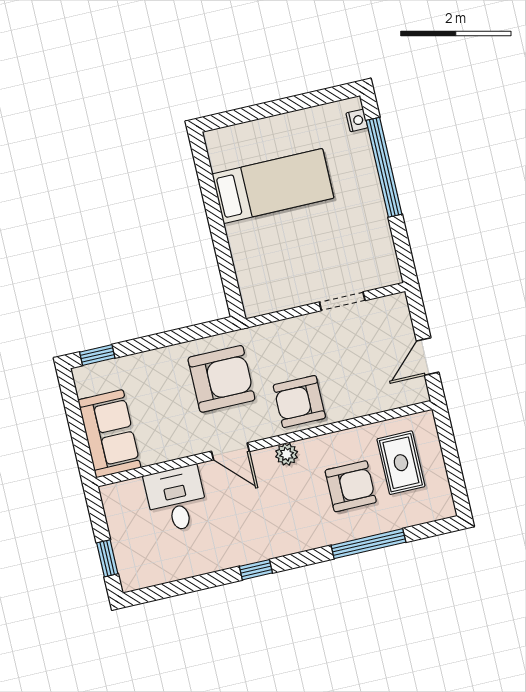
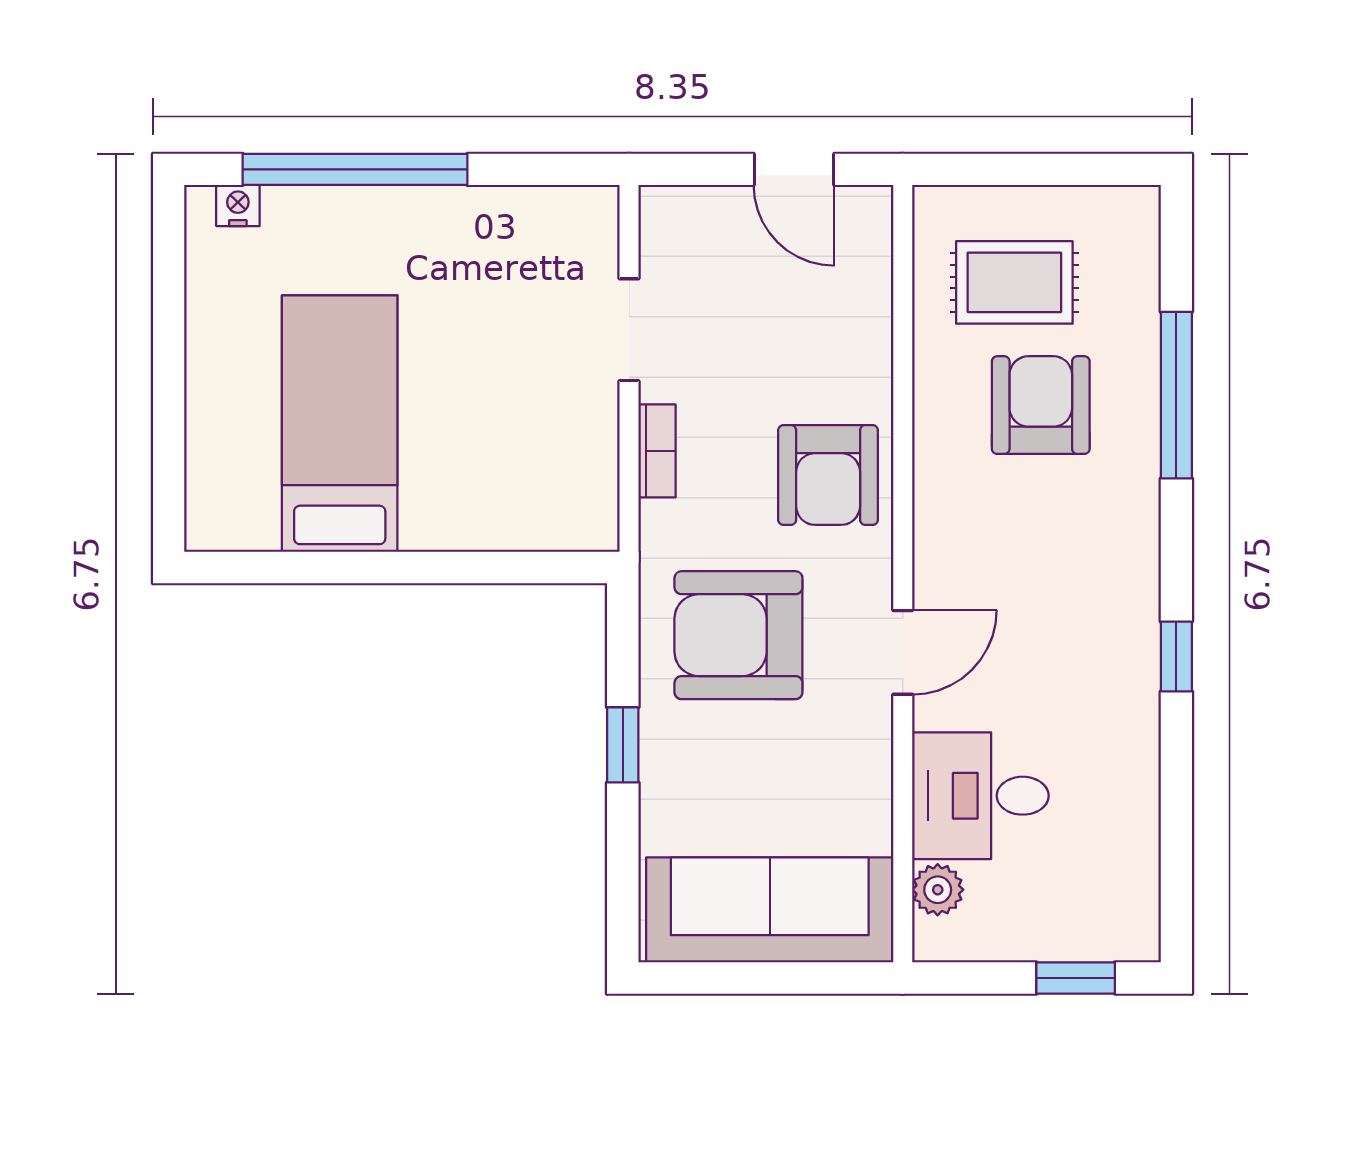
bookcase: (293, 325) -> (657, 451), added
window: (97, 355) -> (623, 745), moved
armchair: (221, 379) -> (738, 635), turned -90
sofa: (109, 434) -> (770, 910), width x1.36
plant: (287, 454) -> (938, 890), moved

